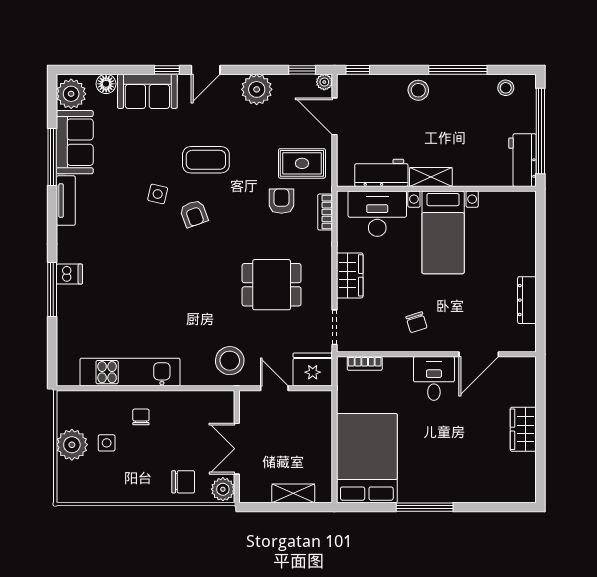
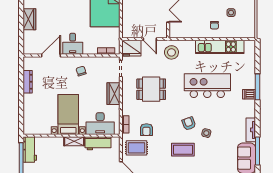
kitchen island: (156, 292) -> (207, 86), added
plant: (72, 445) -> (248, 12), removed

